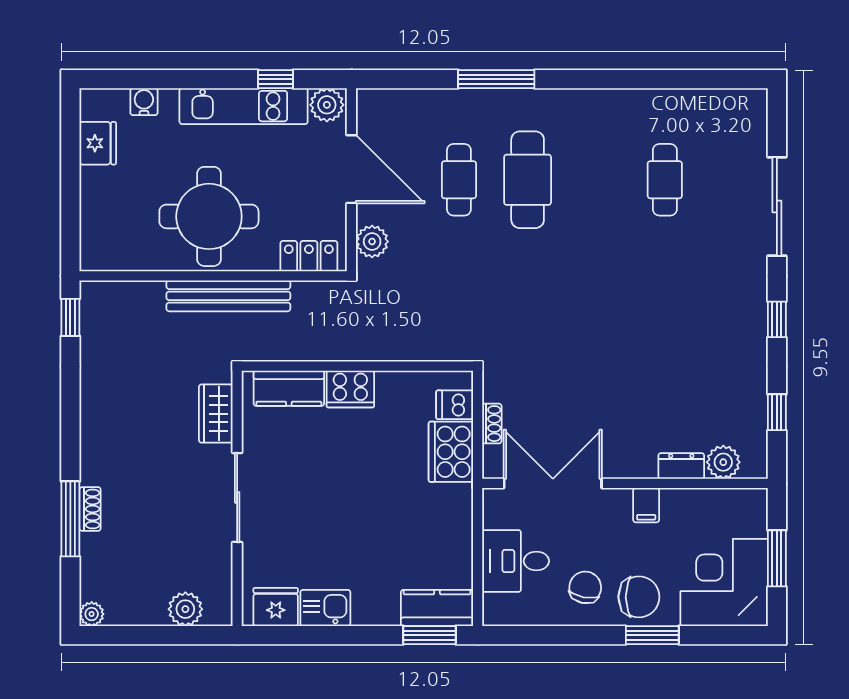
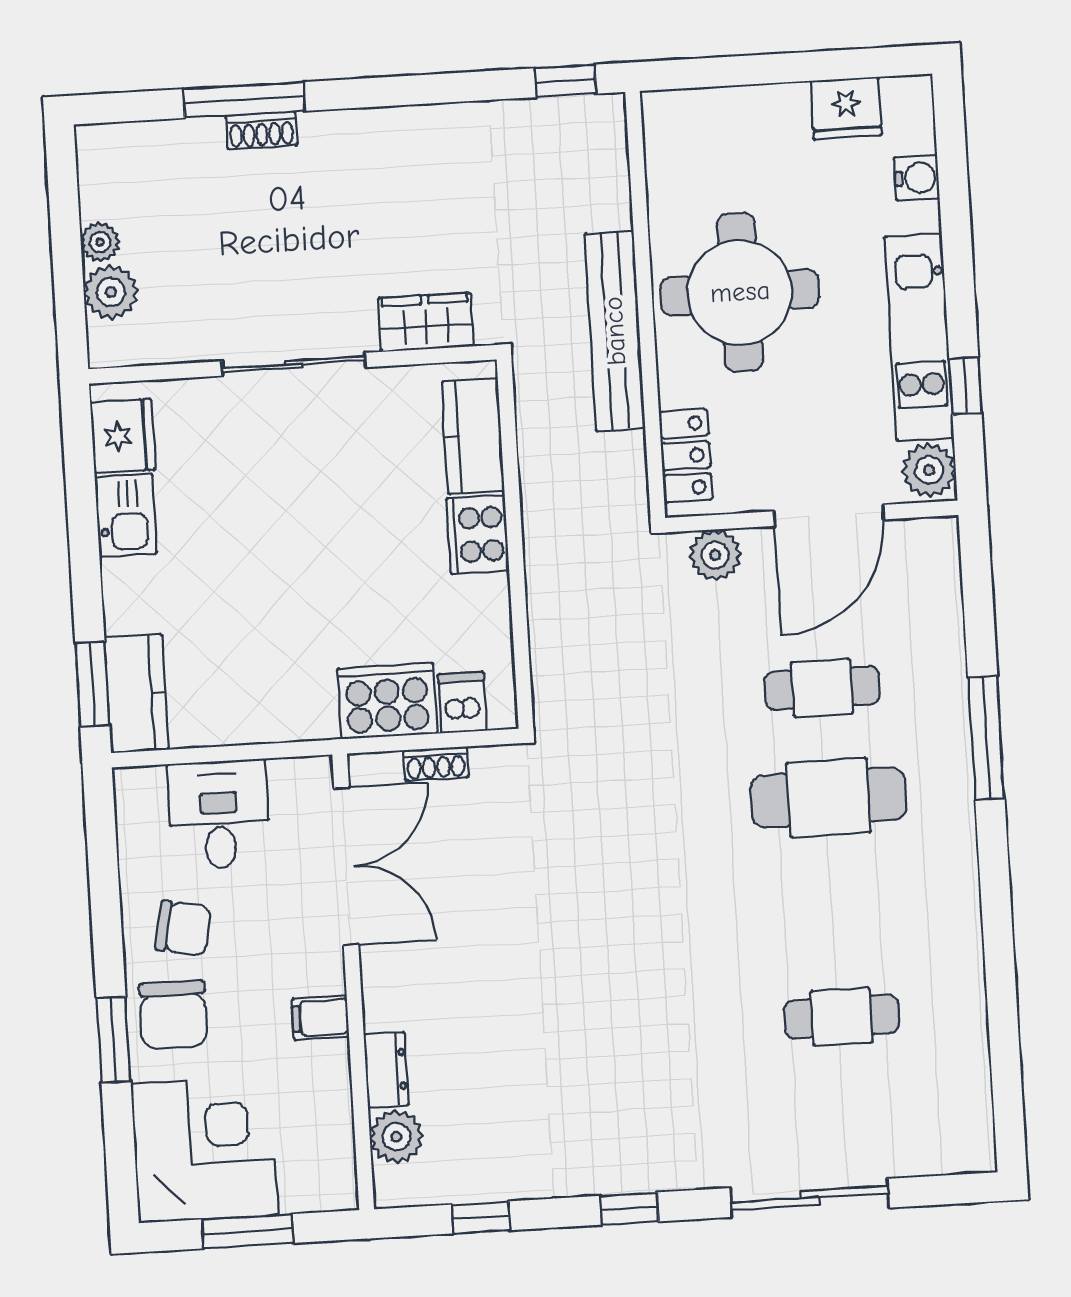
plant: (92, 614) -> (100, 242), moved

